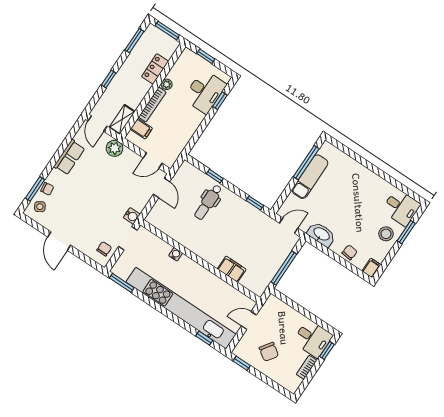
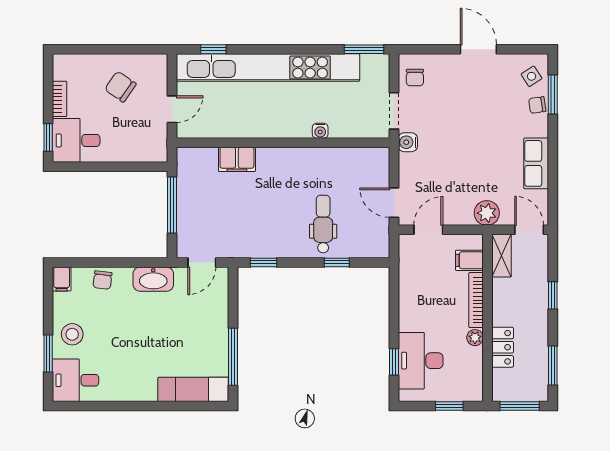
exam couch: (310, 177) -> (193, 389), moved, turned 90
window: (242, 363) -> (145, 49), removed

